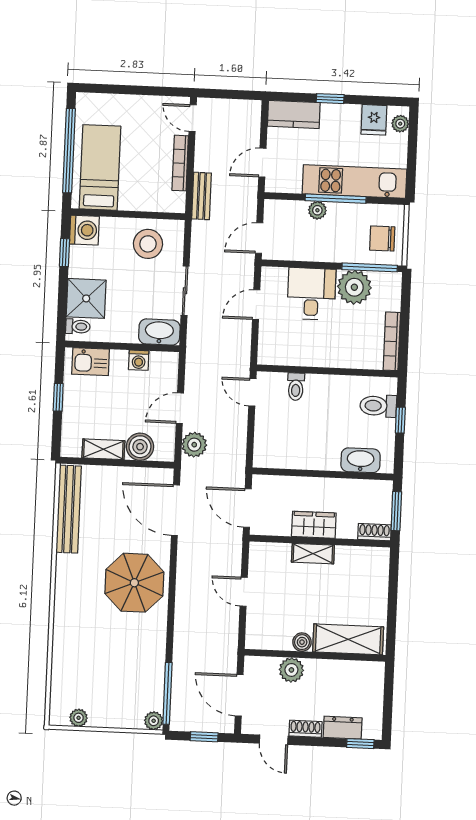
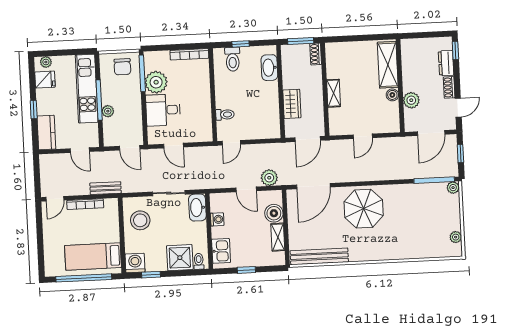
wardrobe: (314, 525) -> (292, 104), moved, turned 180

